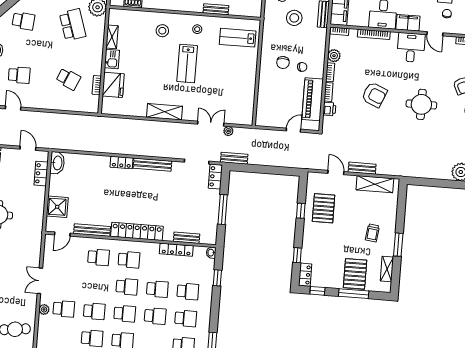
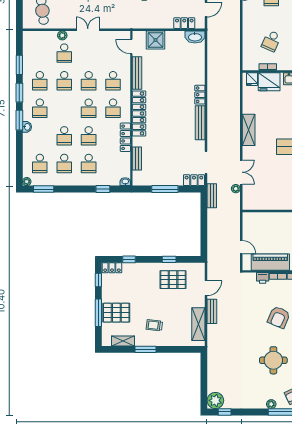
fridge: (109, 104) -> (252, 79), added
locker: (176, 250) -> (125, 137), moved
school desk: (125, 314) -> (89, 81), moved

